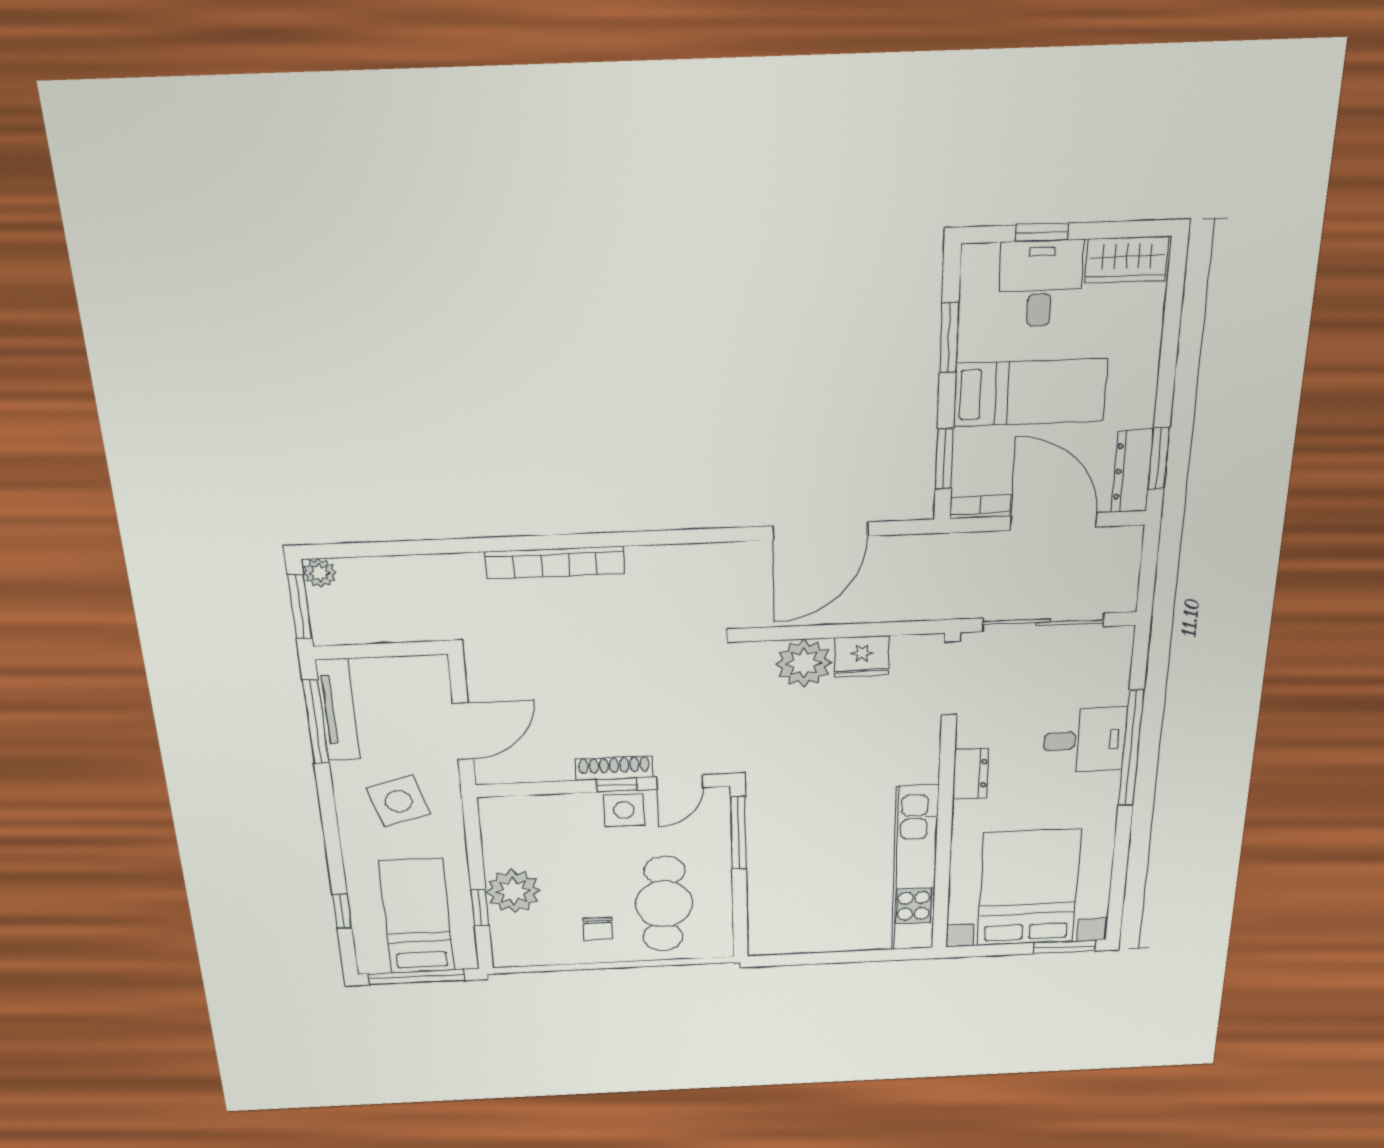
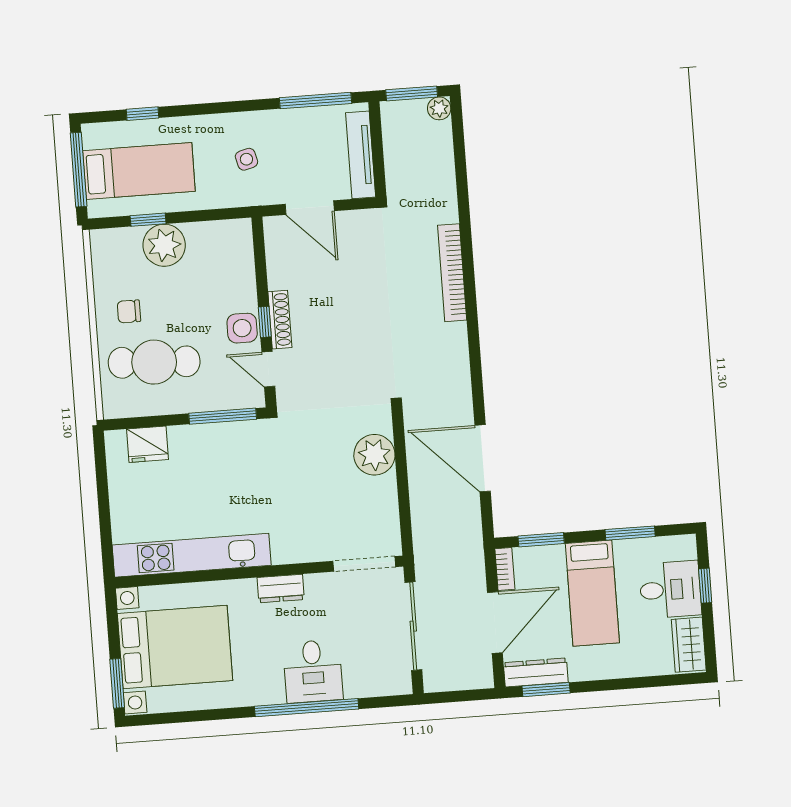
fridge: (862, 657) -> (148, 444), moved, turned -90
tv unit: (338, 710) -> (361, 155), moved, turned 90
side table: (399, 801) -> (246, 159), width x0.54, depth x0.54

